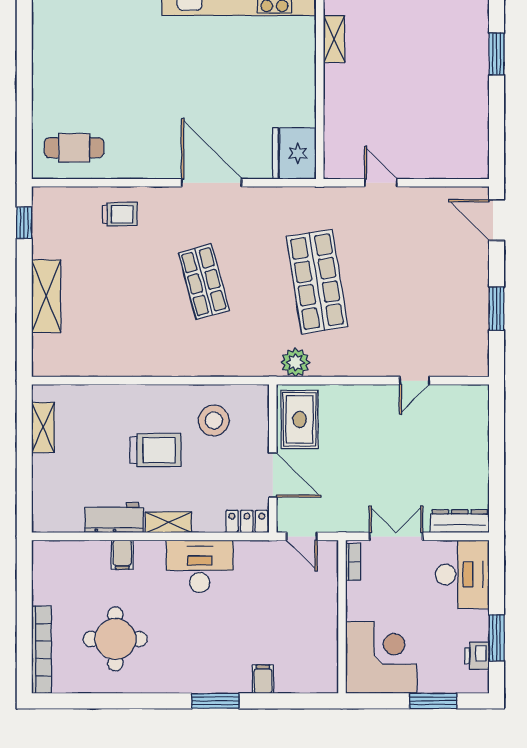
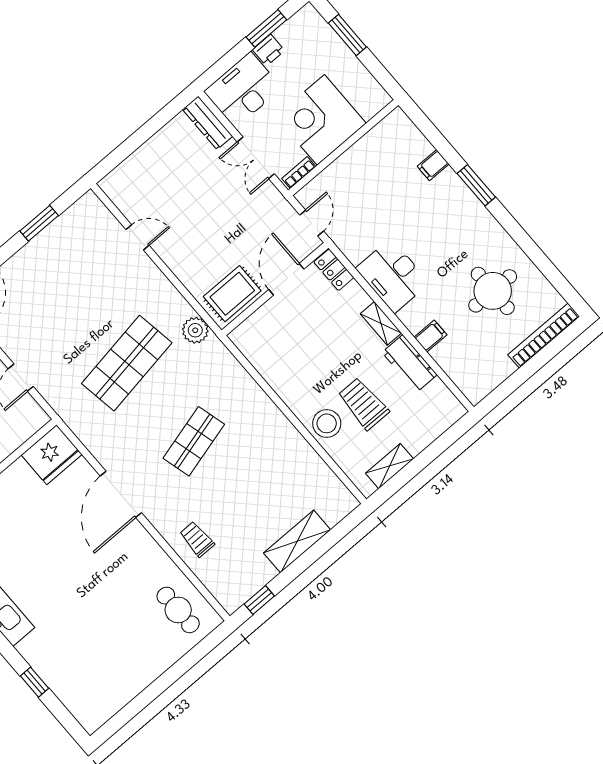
stool: (214, 420) -> (327, 423), moved
trolley: (155, 450) -> (363, 404), moved
printer: (477, 656) -> (269, 50), moved
corner desk: (381, 657) -> (321, 120), moved

